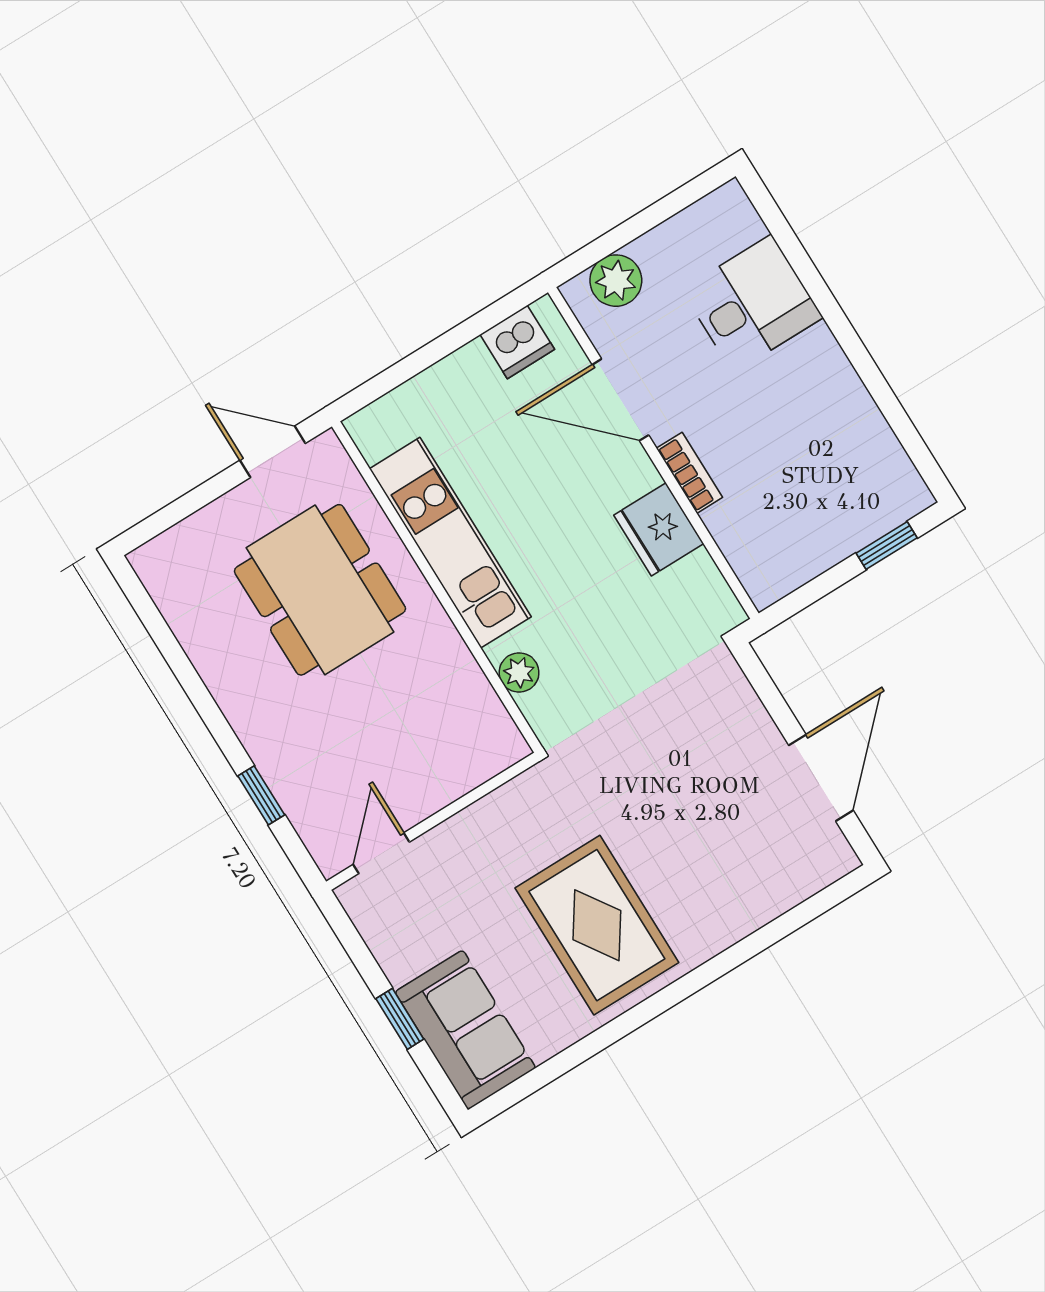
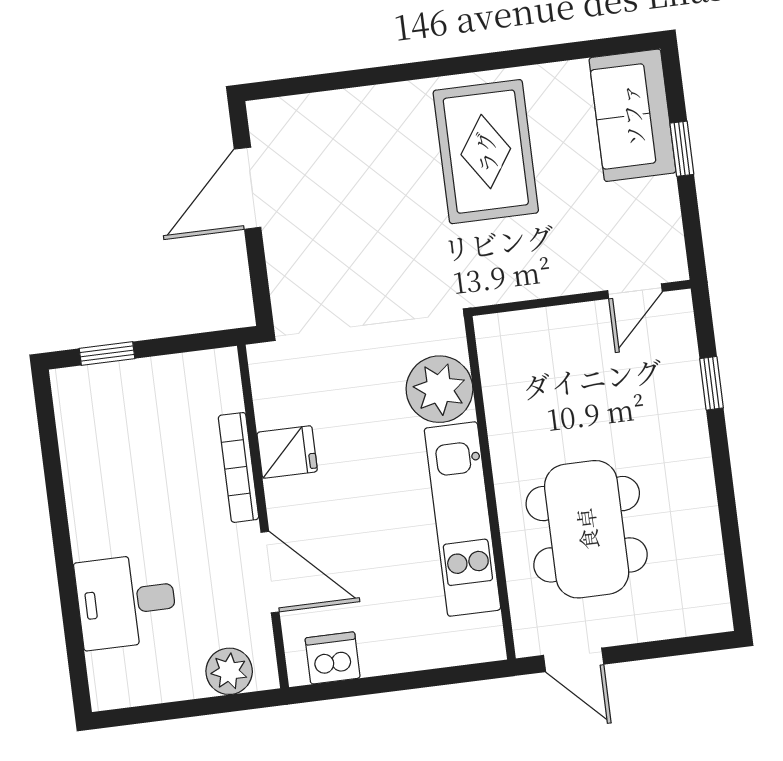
bookcase: (689, 473) -> (238, 467), width x1.56
fridge: (659, 529) -> (287, 452), width x0.72
plant: (519, 673) -> (439, 389), width x1.88, depth x1.88

